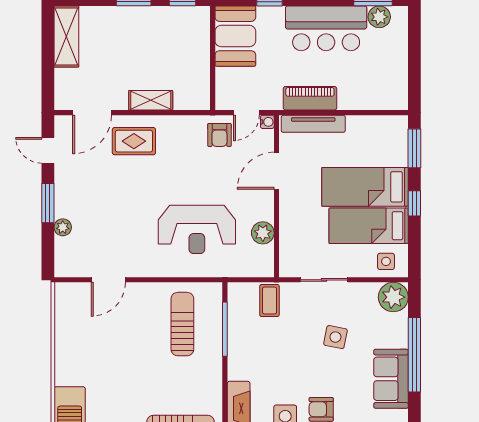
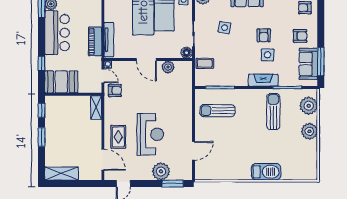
shelving: (151, 100) -> (96, 107), moved
door: (277, 171) -> (146, 60), moved
window: (48, 203) -> (173, 184), moved
plant: (63, 227) -> (161, 171), width x1.87, depth x1.87
reception desk: (197, 229) -> (150, 134), moved
floor lamp: (289, 267) -> (187, 53), added
door: (108, 280) -> (193, 151), hinge flipped

